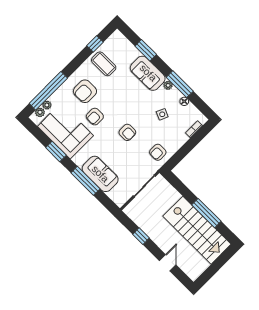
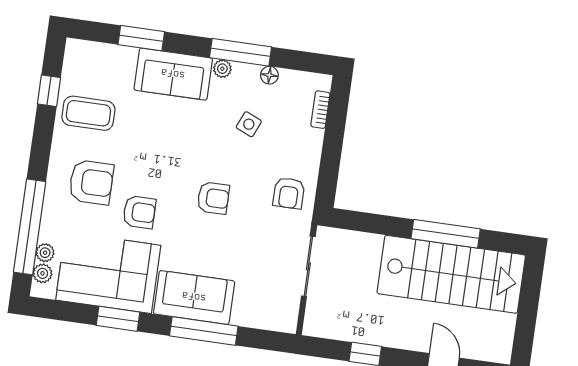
armchair: (85, 91) -> (91, 182), turned -90
armchair: (95, 117) -> (139, 212), turned -90
sofa: (100, 174) -> (194, 297), moved

